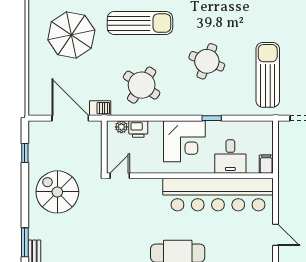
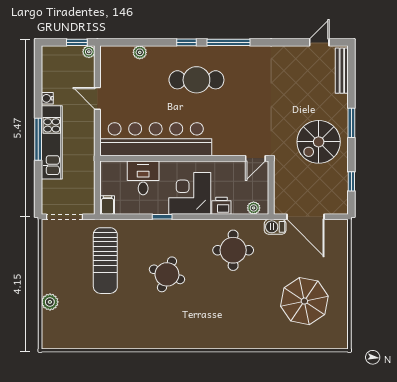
sun lounger: (140, 23) -> (235, 313), removed
round table: (142, 85) -> (233, 250), turned -34
printer: (138, 129) -> (221, 206), moved
filing cabinet: (266, 164) -> (107, 205), moved, turned 180
spiral stairs: (57, 192) -> (319, 142), turned 90
window: (25, 242) -> (351, 123), moved

